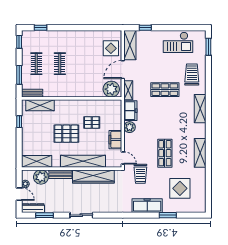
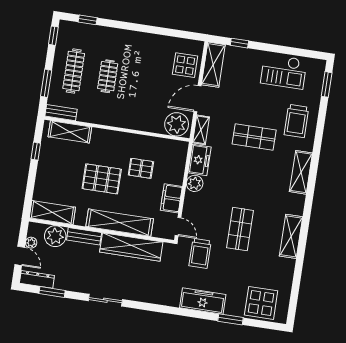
clothes rail: (36, 64) -> (74, 71), width x1.36
trolley: (192, 74) -> (296, 121), turned 180
display table: (180, 188) -> (261, 303), moved

